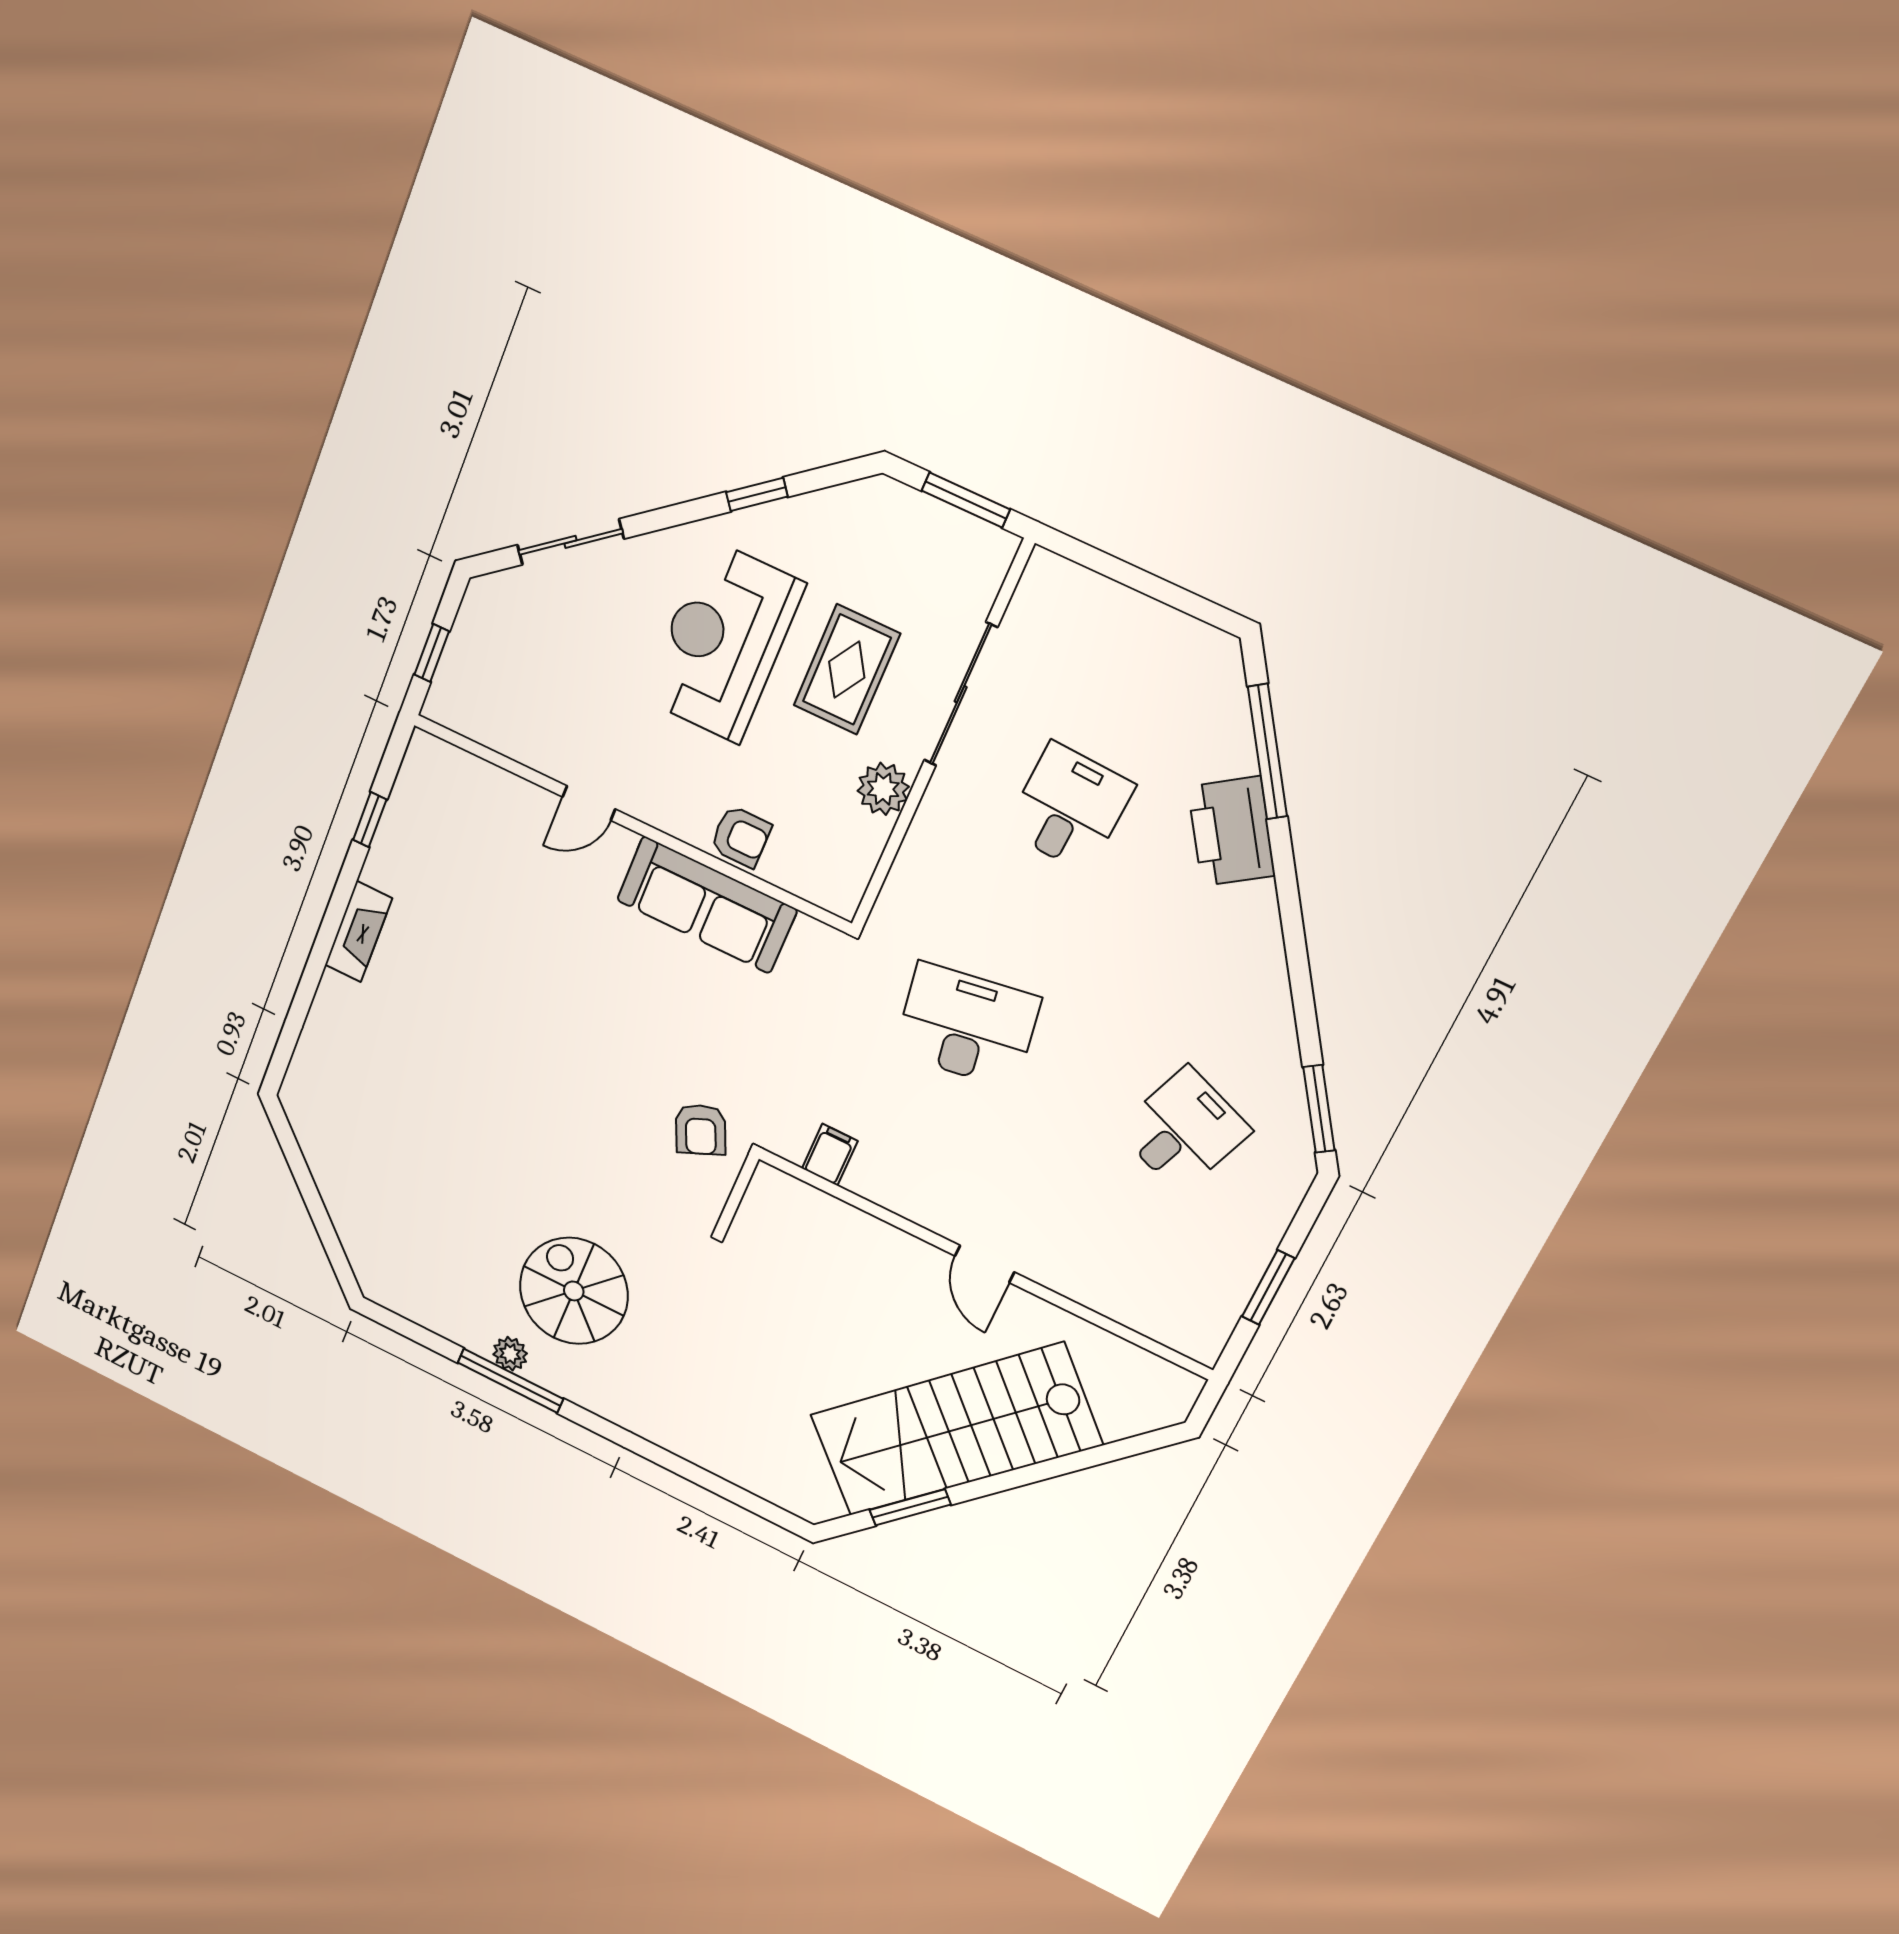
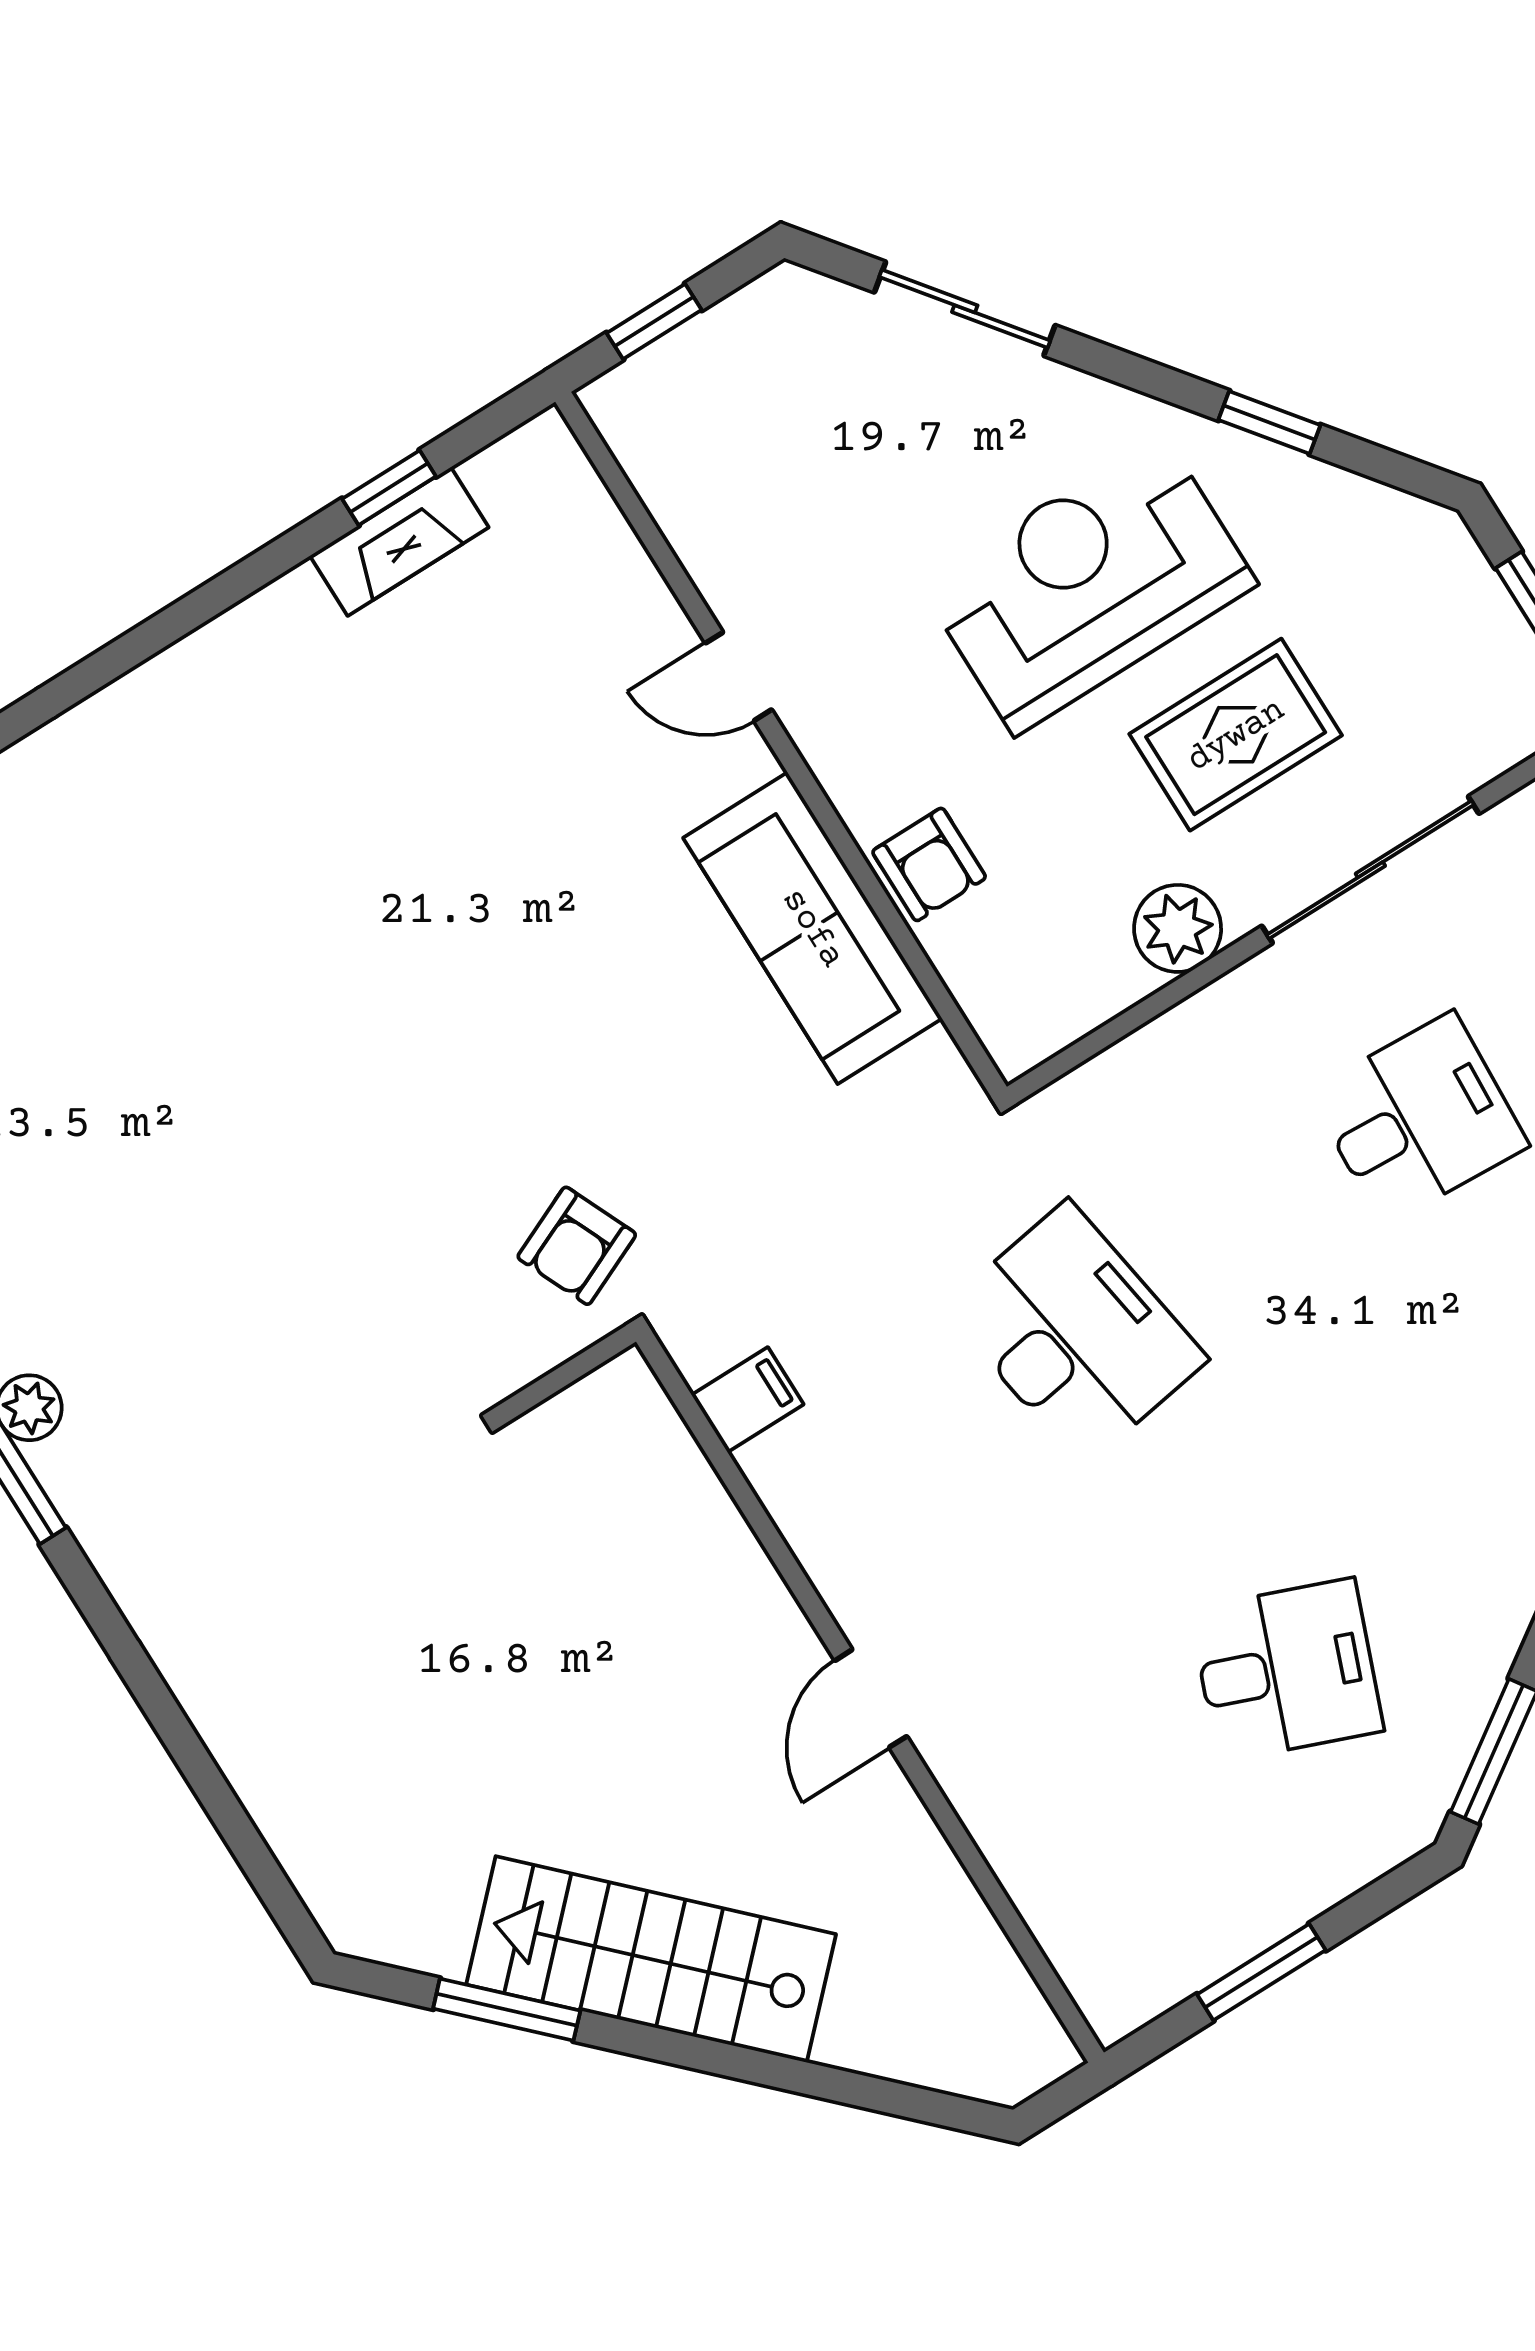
fireplace: (358, 932) -> (399, 542), moved
spiral stairs: (574, 1291) -> (204, 1370), removed
stairs: (955, 1430) -> (651, 1959), width x0.73, depth x0.66

